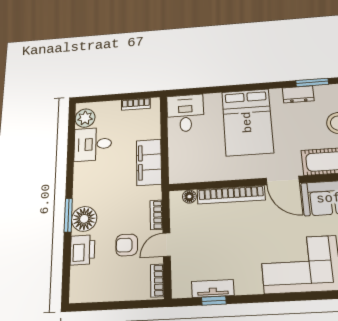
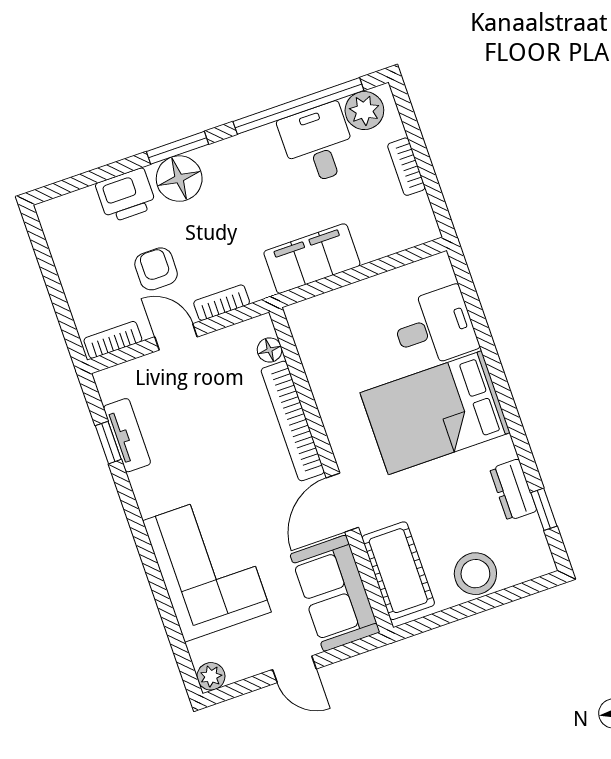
window: (312, 82) -> (544, 509), width x0.67
bookcase: (136, 104) -> (406, 167), moved
desk: (185, 113) -> (434, 327), moved
window: (71, 149) -> (298, 106), added

